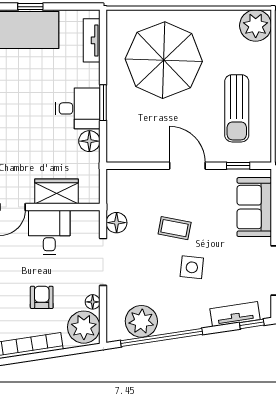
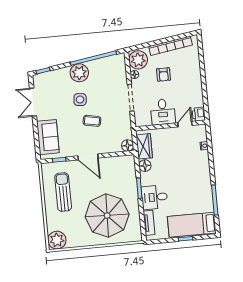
desk: (78, 108) -> (154, 197), moved
wardrobe: (56, 191) -> (144, 146), moved, turned -90
floor lamp: (117, 223) -> (128, 146), moved
tv unit: (235, 314) -> (53, 75), removed
plant: (141, 321) -> (79, 73), moved

